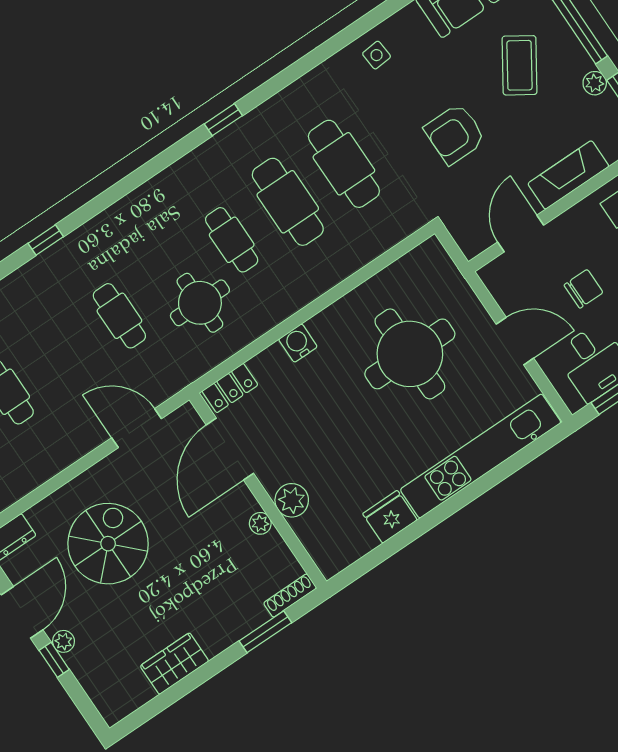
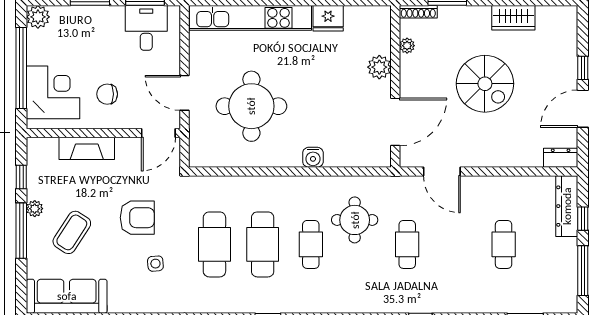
side table: (377, 55) -> (155, 264), moved
plant: (595, 83) -> (35, 209), moved
door: (521, 234) -> (158, 133), moved
chair: (584, 289) -> (107, 94), moved
door: (515, 341) -> (184, 93), moved
locker: (230, 388) -> (371, 158), removed
plant: (260, 523) -> (407, 46), moved
spiral stairs: (108, 544) -> (485, 84), moved, turned -90
plant: (64, 641) -> (570, 75), removed

